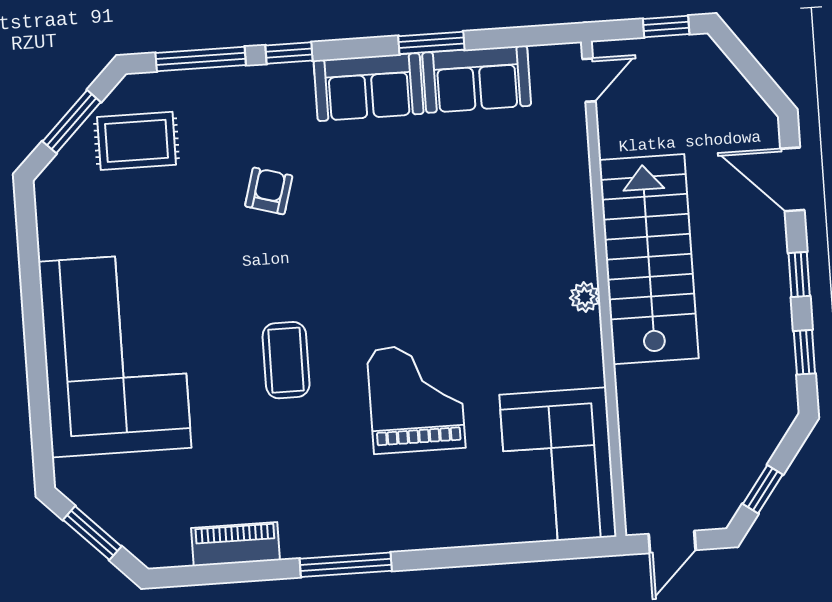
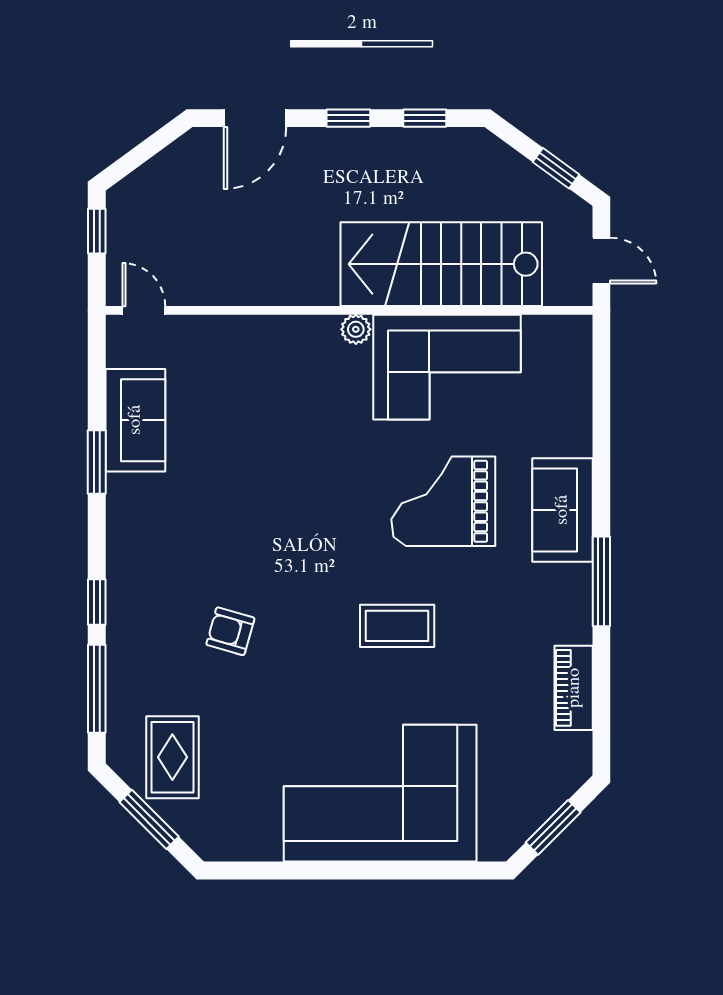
sofa: (369, 87) -> (562, 510), moved, turned 180
stairs: (649, 259) -> (441, 264), moved
corner sofa: (558, 466) -> (447, 367), moved

